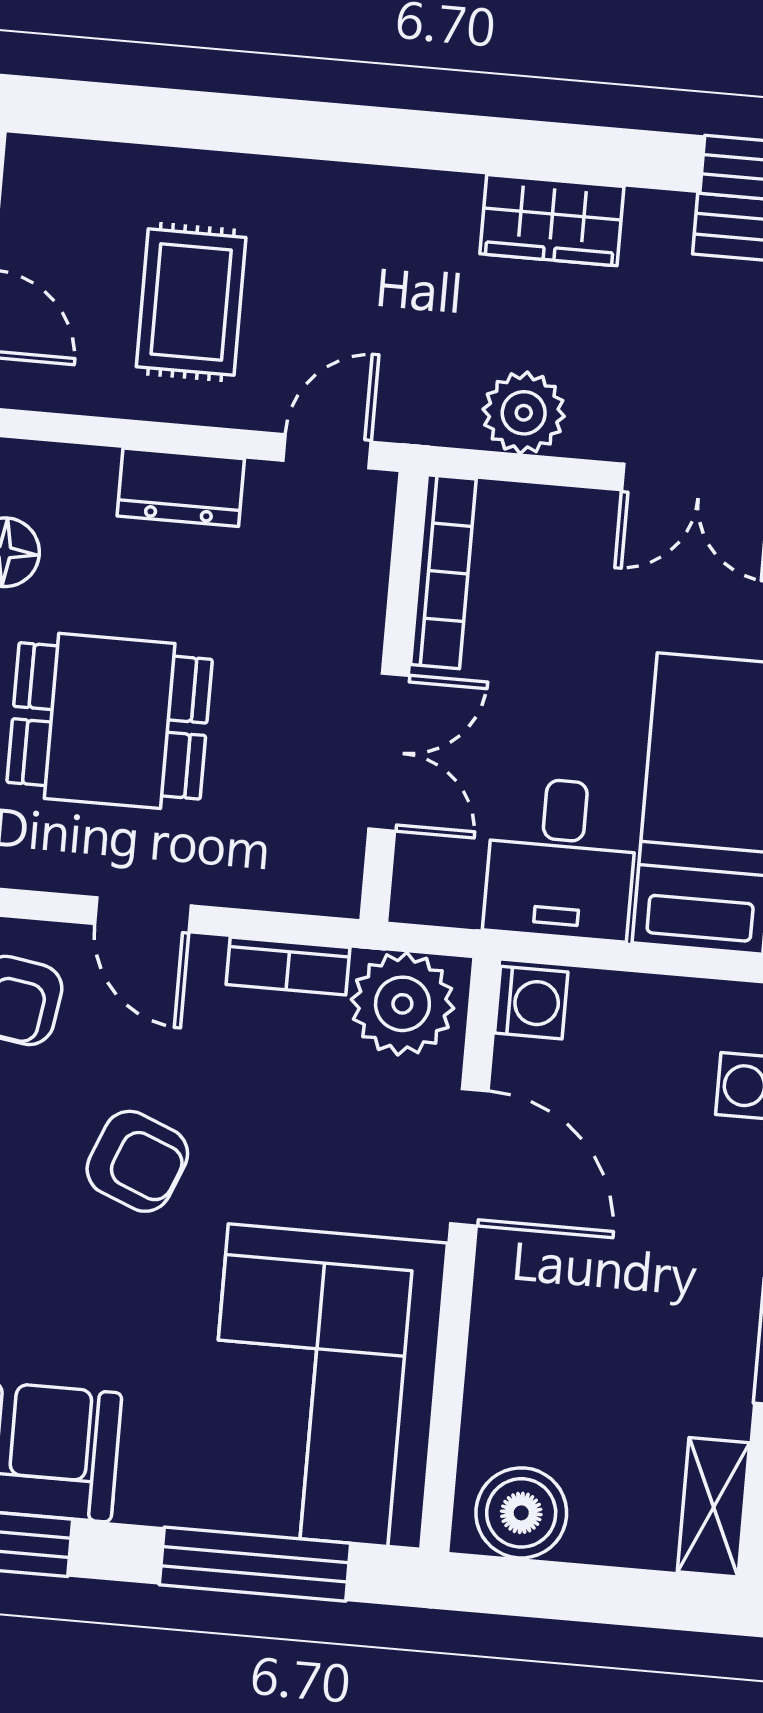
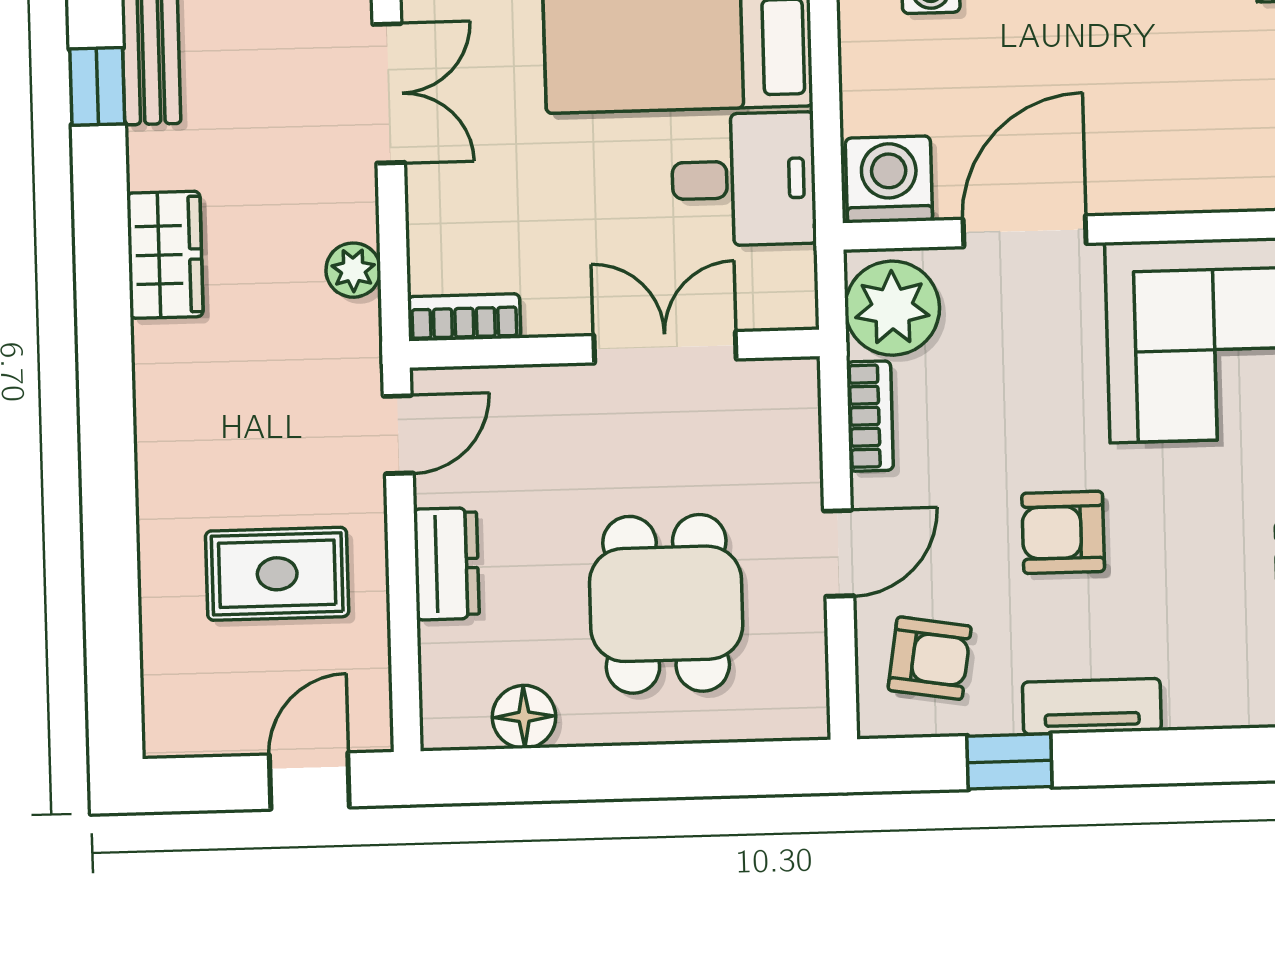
plant: (524, 413) -> (353, 270), width x0.73, depth x0.73
door: (327, 451) -> (398, 435), swing flipped
bookcase: (443, 572) -> (464, 317), width x0.64
washing machine: (531, 1003) -> (889, 179), width x1.38, depth x1.38
armchair: (137, 1161) -> (1063, 532), turned -112

